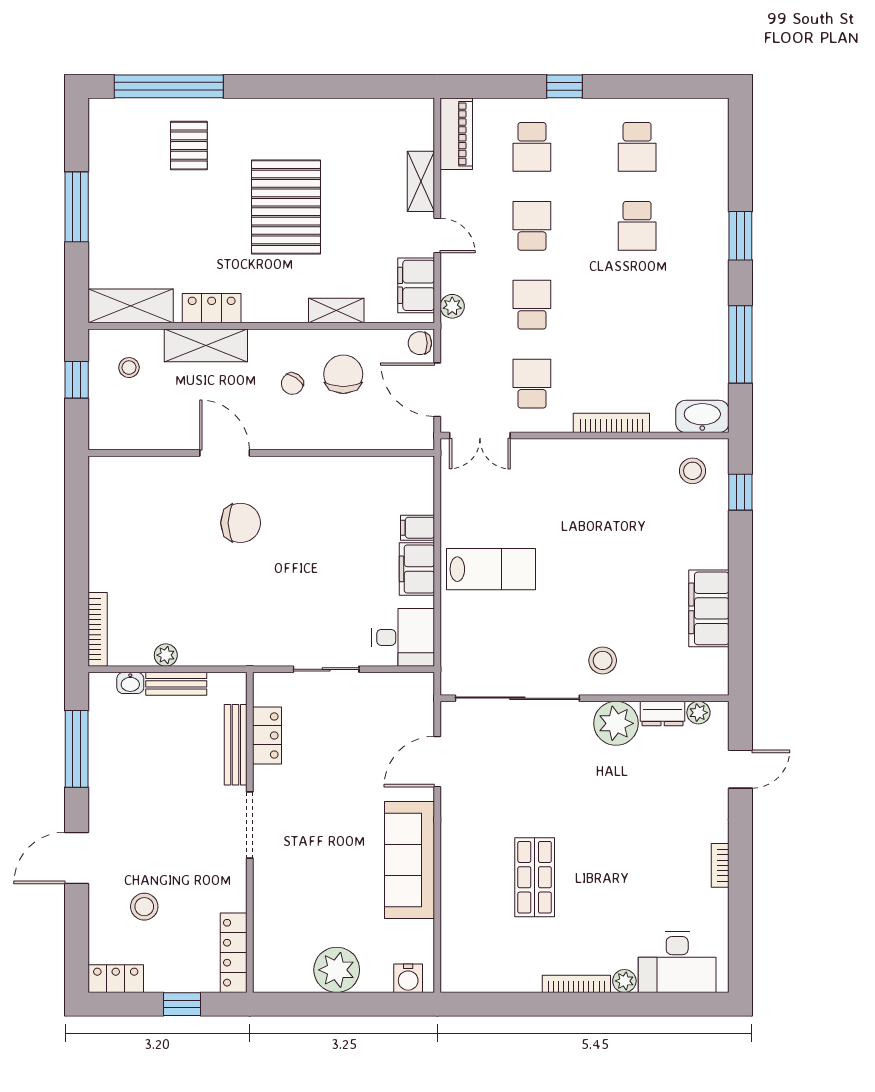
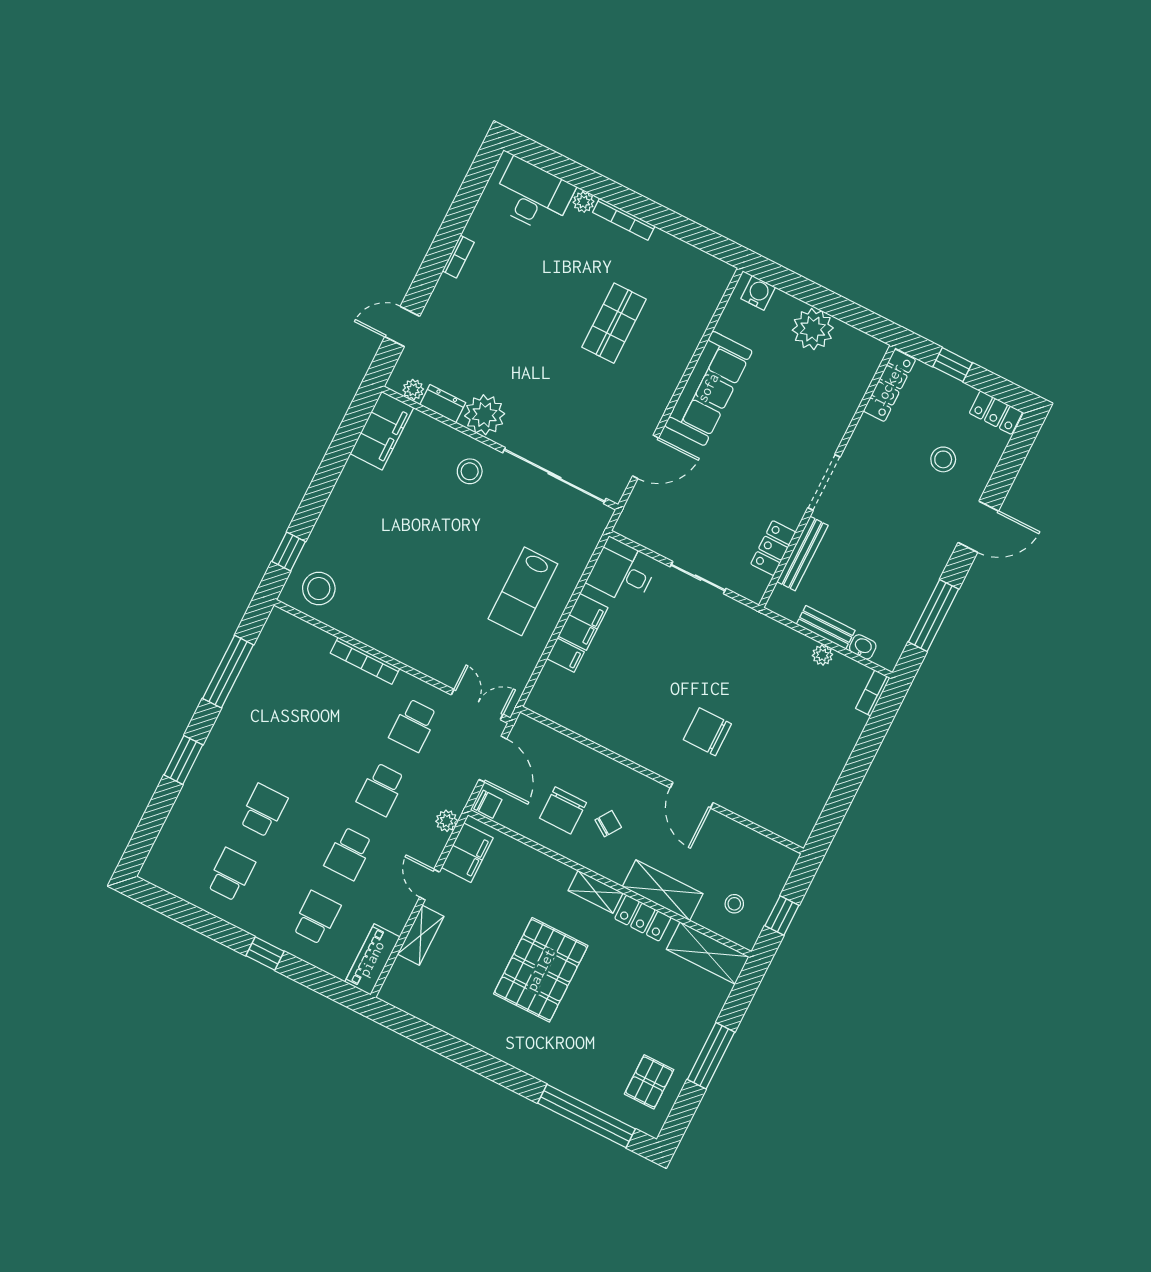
pallet: (189, 146) -> (649, 1082), moved
shelving: (336, 311) -> (596, 892), moved
washbasin: (702, 416) -> (288, 629), removed
stool: (693, 471) -> (319, 589), width x1.38, depth x1.38
lab bench: (491, 569) -> (523, 591), turned -90
filing cabinet: (709, 608) -> (382, 431), moved
bookcase: (98, 629) -> (873, 693), width x0.64

